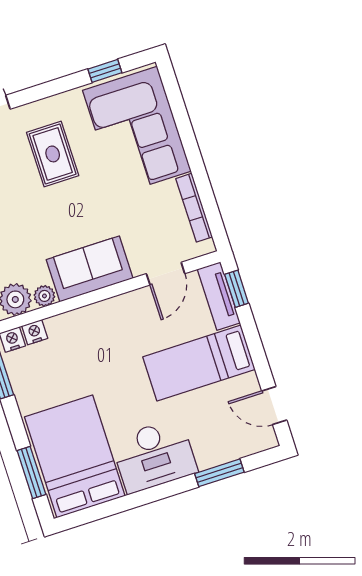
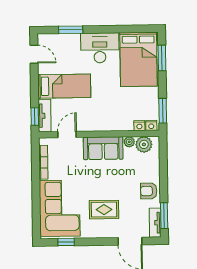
rug: (53, 154) -> (104, 210), turned 90

